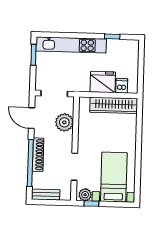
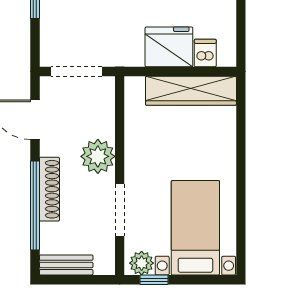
plant: (64, 122) -> (98, 156), moved

